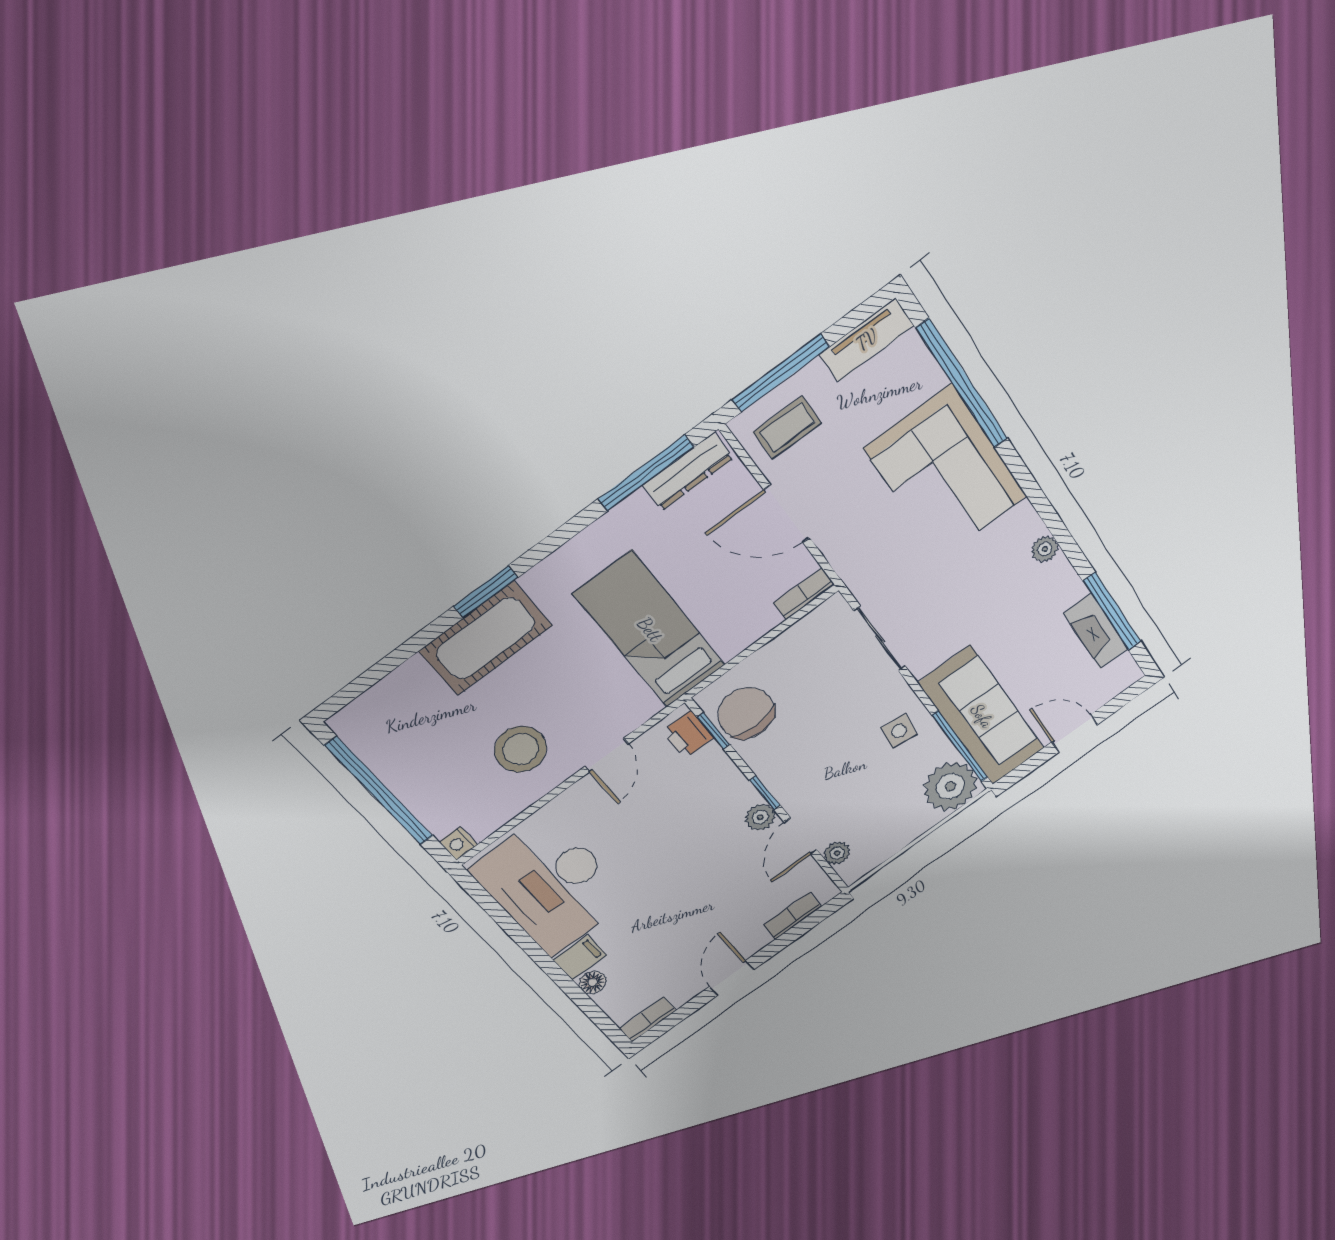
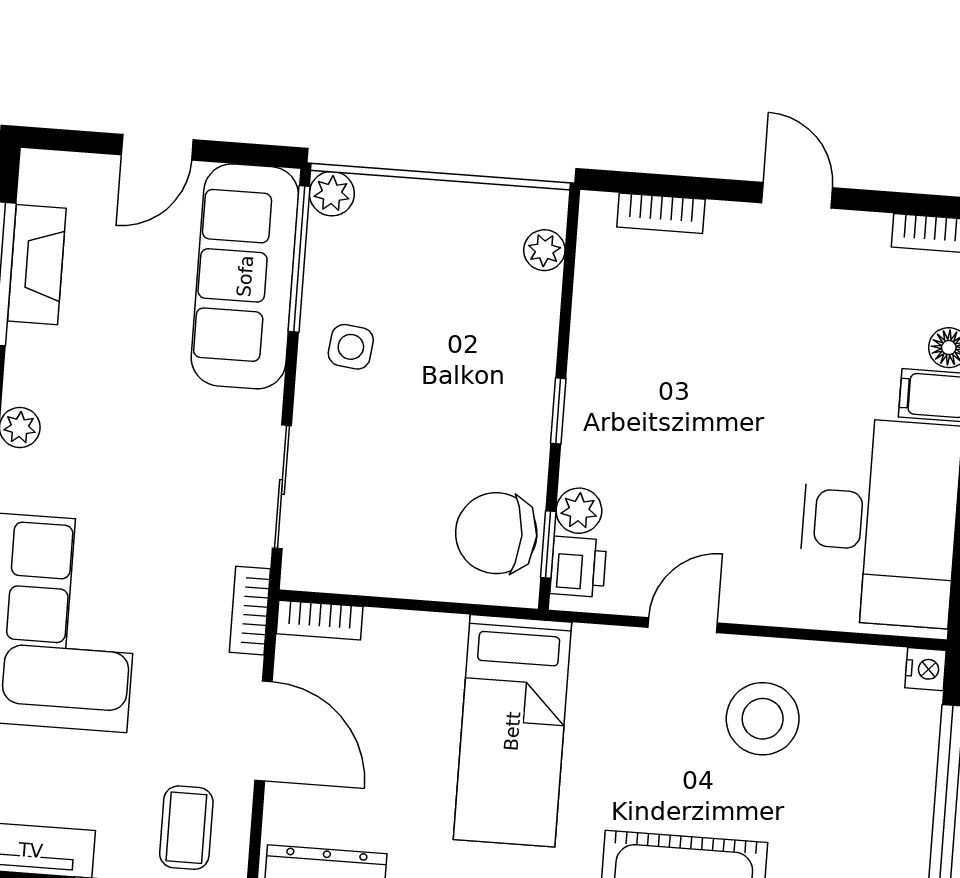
coffee table: (787, 428) -> (186, 828), turned 90
bookcase: (846, 566) -> (250, 611), added
chair: (746, 713) -> (496, 533), turned 90
door: (1075, 733) -> (157, 147), hinge flipped
plant: (950, 786) -> (332, 194), width x0.53, depth x0.53
plant: (760, 817) -> (579, 511), moved
door: (801, 836) -> (566, 314), removed
door: (732, 978) -> (797, 195), swing flipped

